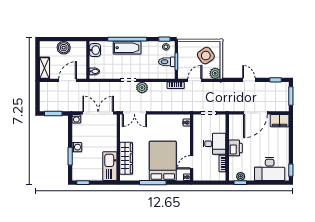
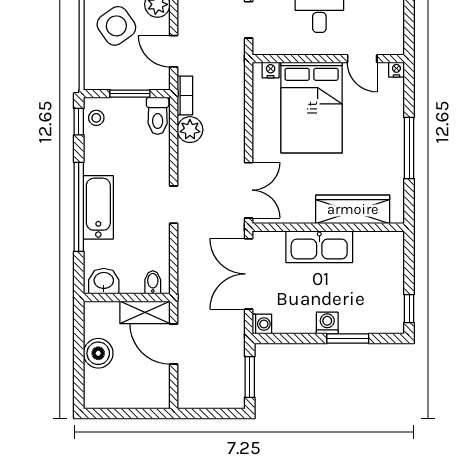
toilet: (167, 62) -> (158, 116), moved
shelving: (44, 68) -> (145, 312), moved
plant: (142, 88) -> (190, 130), moved
bed: (163, 161) -> (312, 108), moved, turned -90
kitchen sink: (110, 166) -> (319, 247), moved

